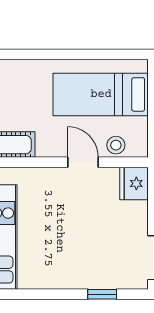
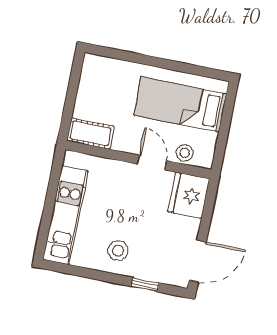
fridge: (134, 183) -> (189, 195), width x1.36, depth x1.34
stool: (66, 264) -> (118, 251), added

